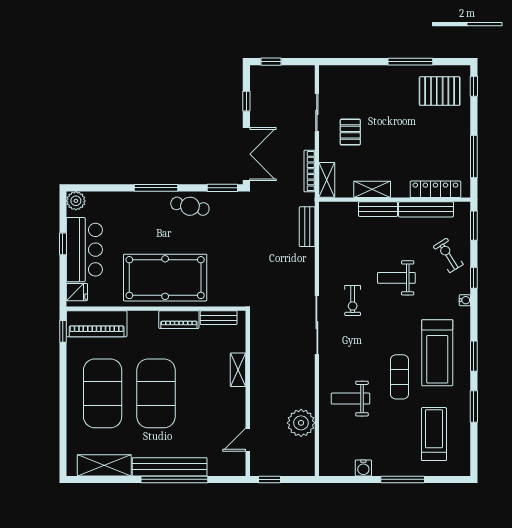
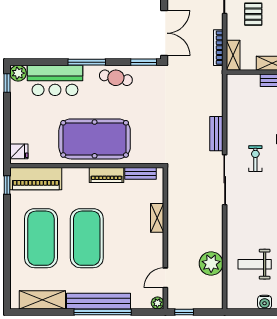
bench: (307, 227) -> (216, 134), moved
window: (63, 244) -> (7, 83), moved
bar counter: (84, 250) -> (55, 80), moved, turned 90
exercise bike: (353, 301) -> (255, 159), turned 180
weight bench: (350, 399) -> (255, 264), moved
plant: (238, 469) -> (157, 303), added

